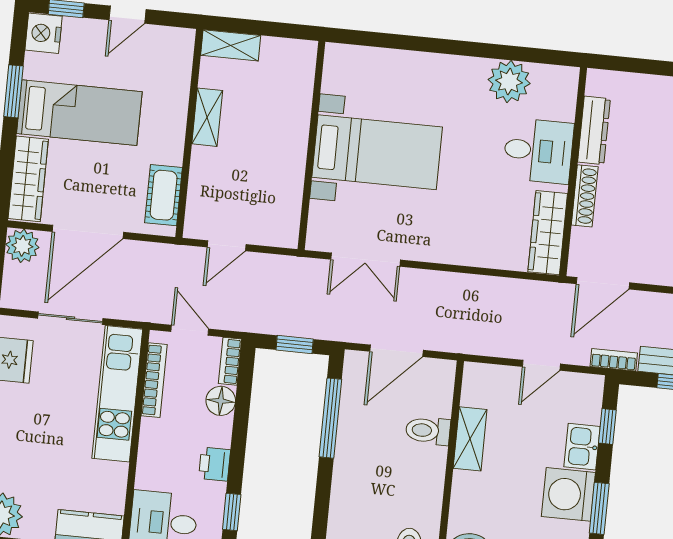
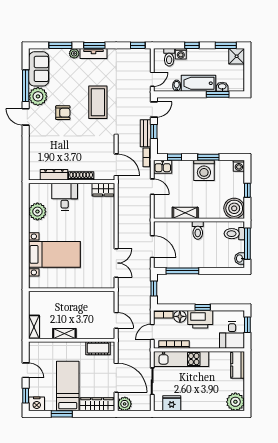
bed with nightstands: (377, 152) -> (54, 254), moved, turned 90
wardrobe: (548, 233) -> (103, 190), width x0.67
toilet: (428, 431) -> (198, 230), moved
kitchen sink: (582, 447) -> (163, 167), moved
printer: (215, 464) -> (200, 319), width x1.87, depth x1.48
window: (232, 512) -> (203, 307), moved

